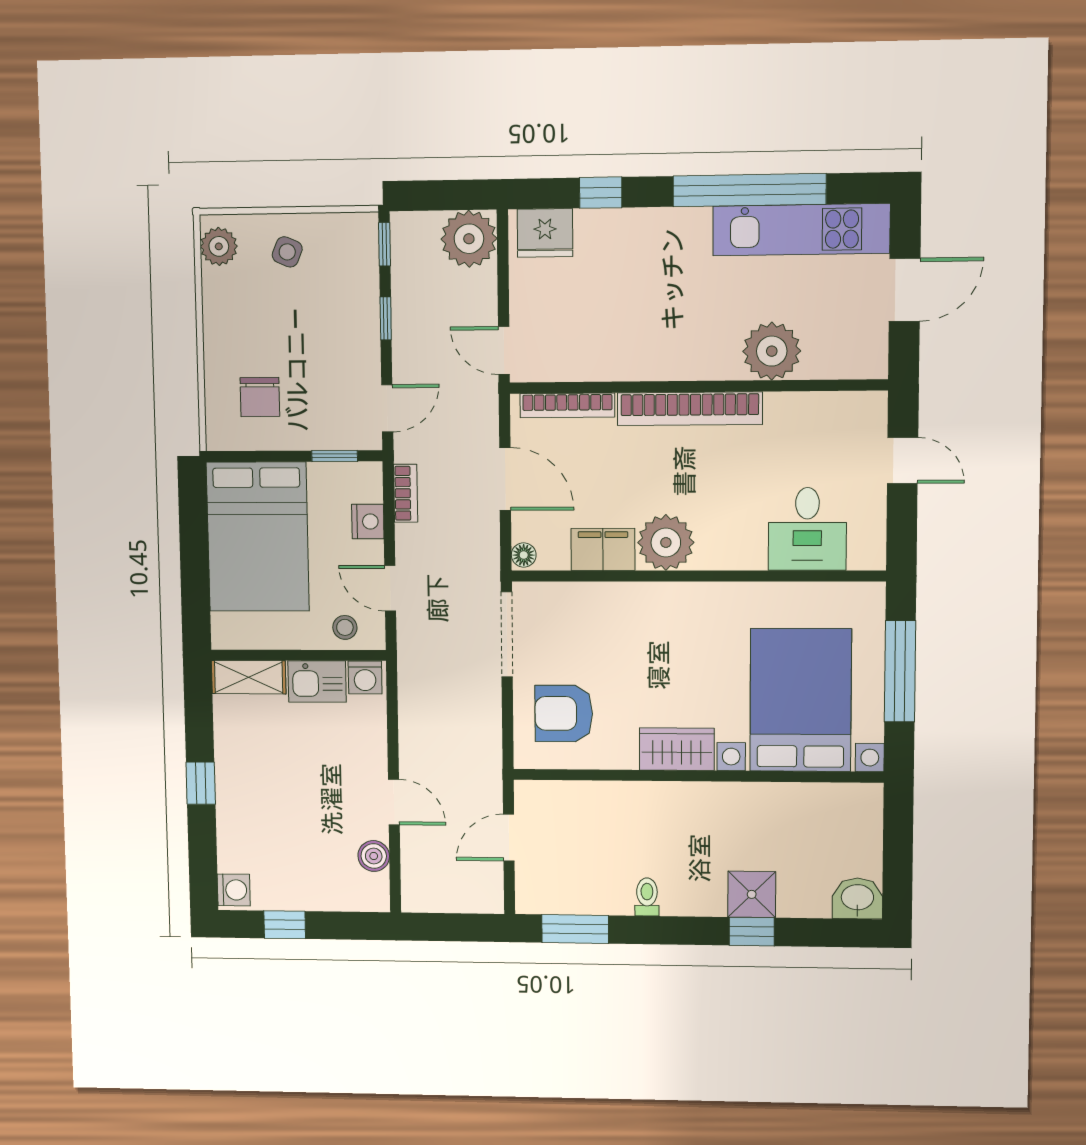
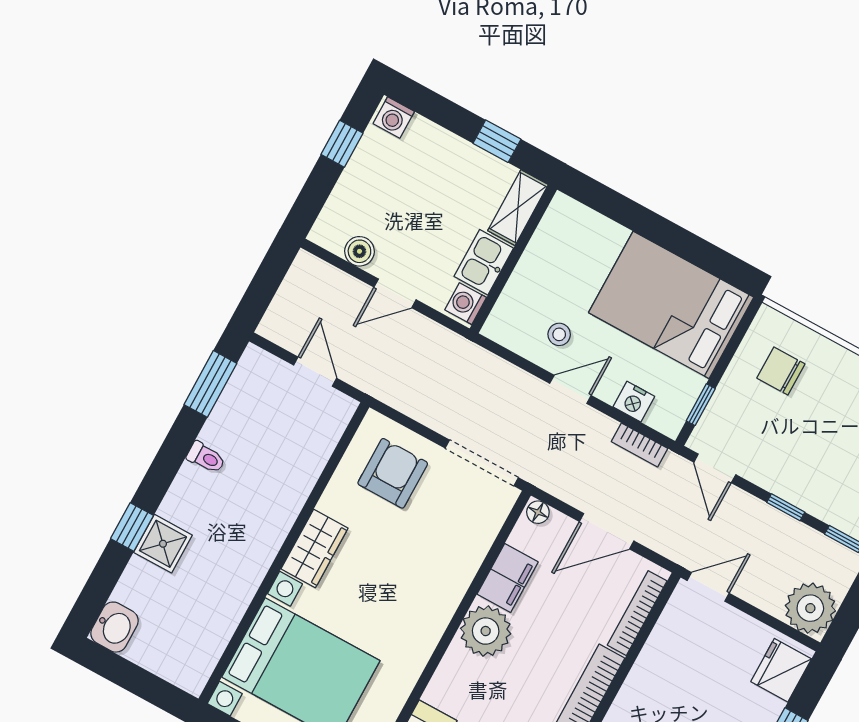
wall: (298, 655) -> (513, 259), moved
shelving: (249, 677) -> (518, 208), moved
washing machine: (365, 677) -> (466, 304), moved
kitchen sink: (317, 682) -> (484, 262), moved

